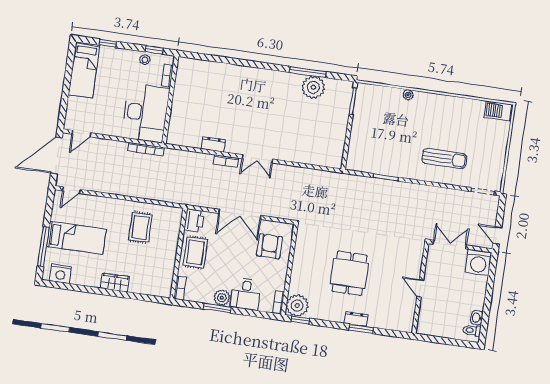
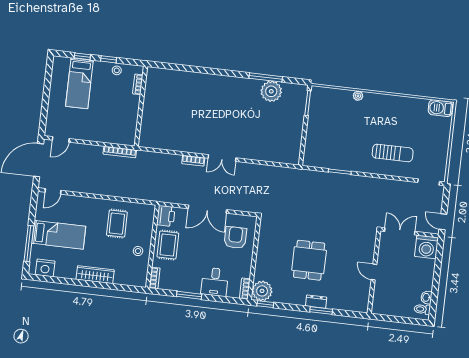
window: (154, 50) -> (109, 59), moved
bed: (84, 70) -> (79, 83), moved
desk: (146, 113) -> (119, 119), removed
dresser: (213, 144) -> (181, 146), removed
stool: (163, 258) -> (138, 251), added
wardrobe: (115, 283) -> (95, 275), width x1.50
plant: (222, 298) -> (193, 286), removed

